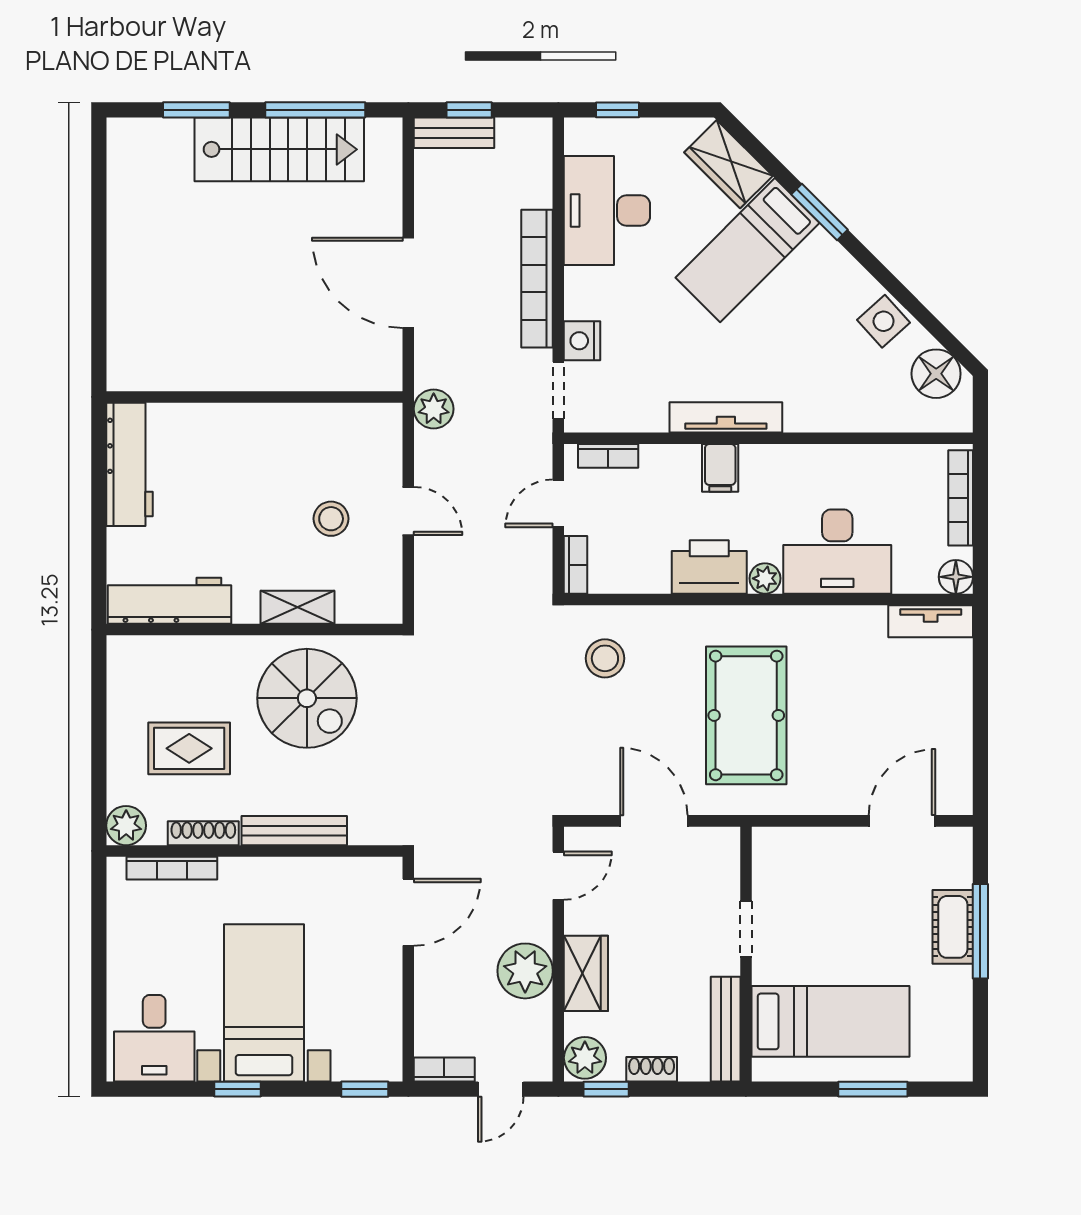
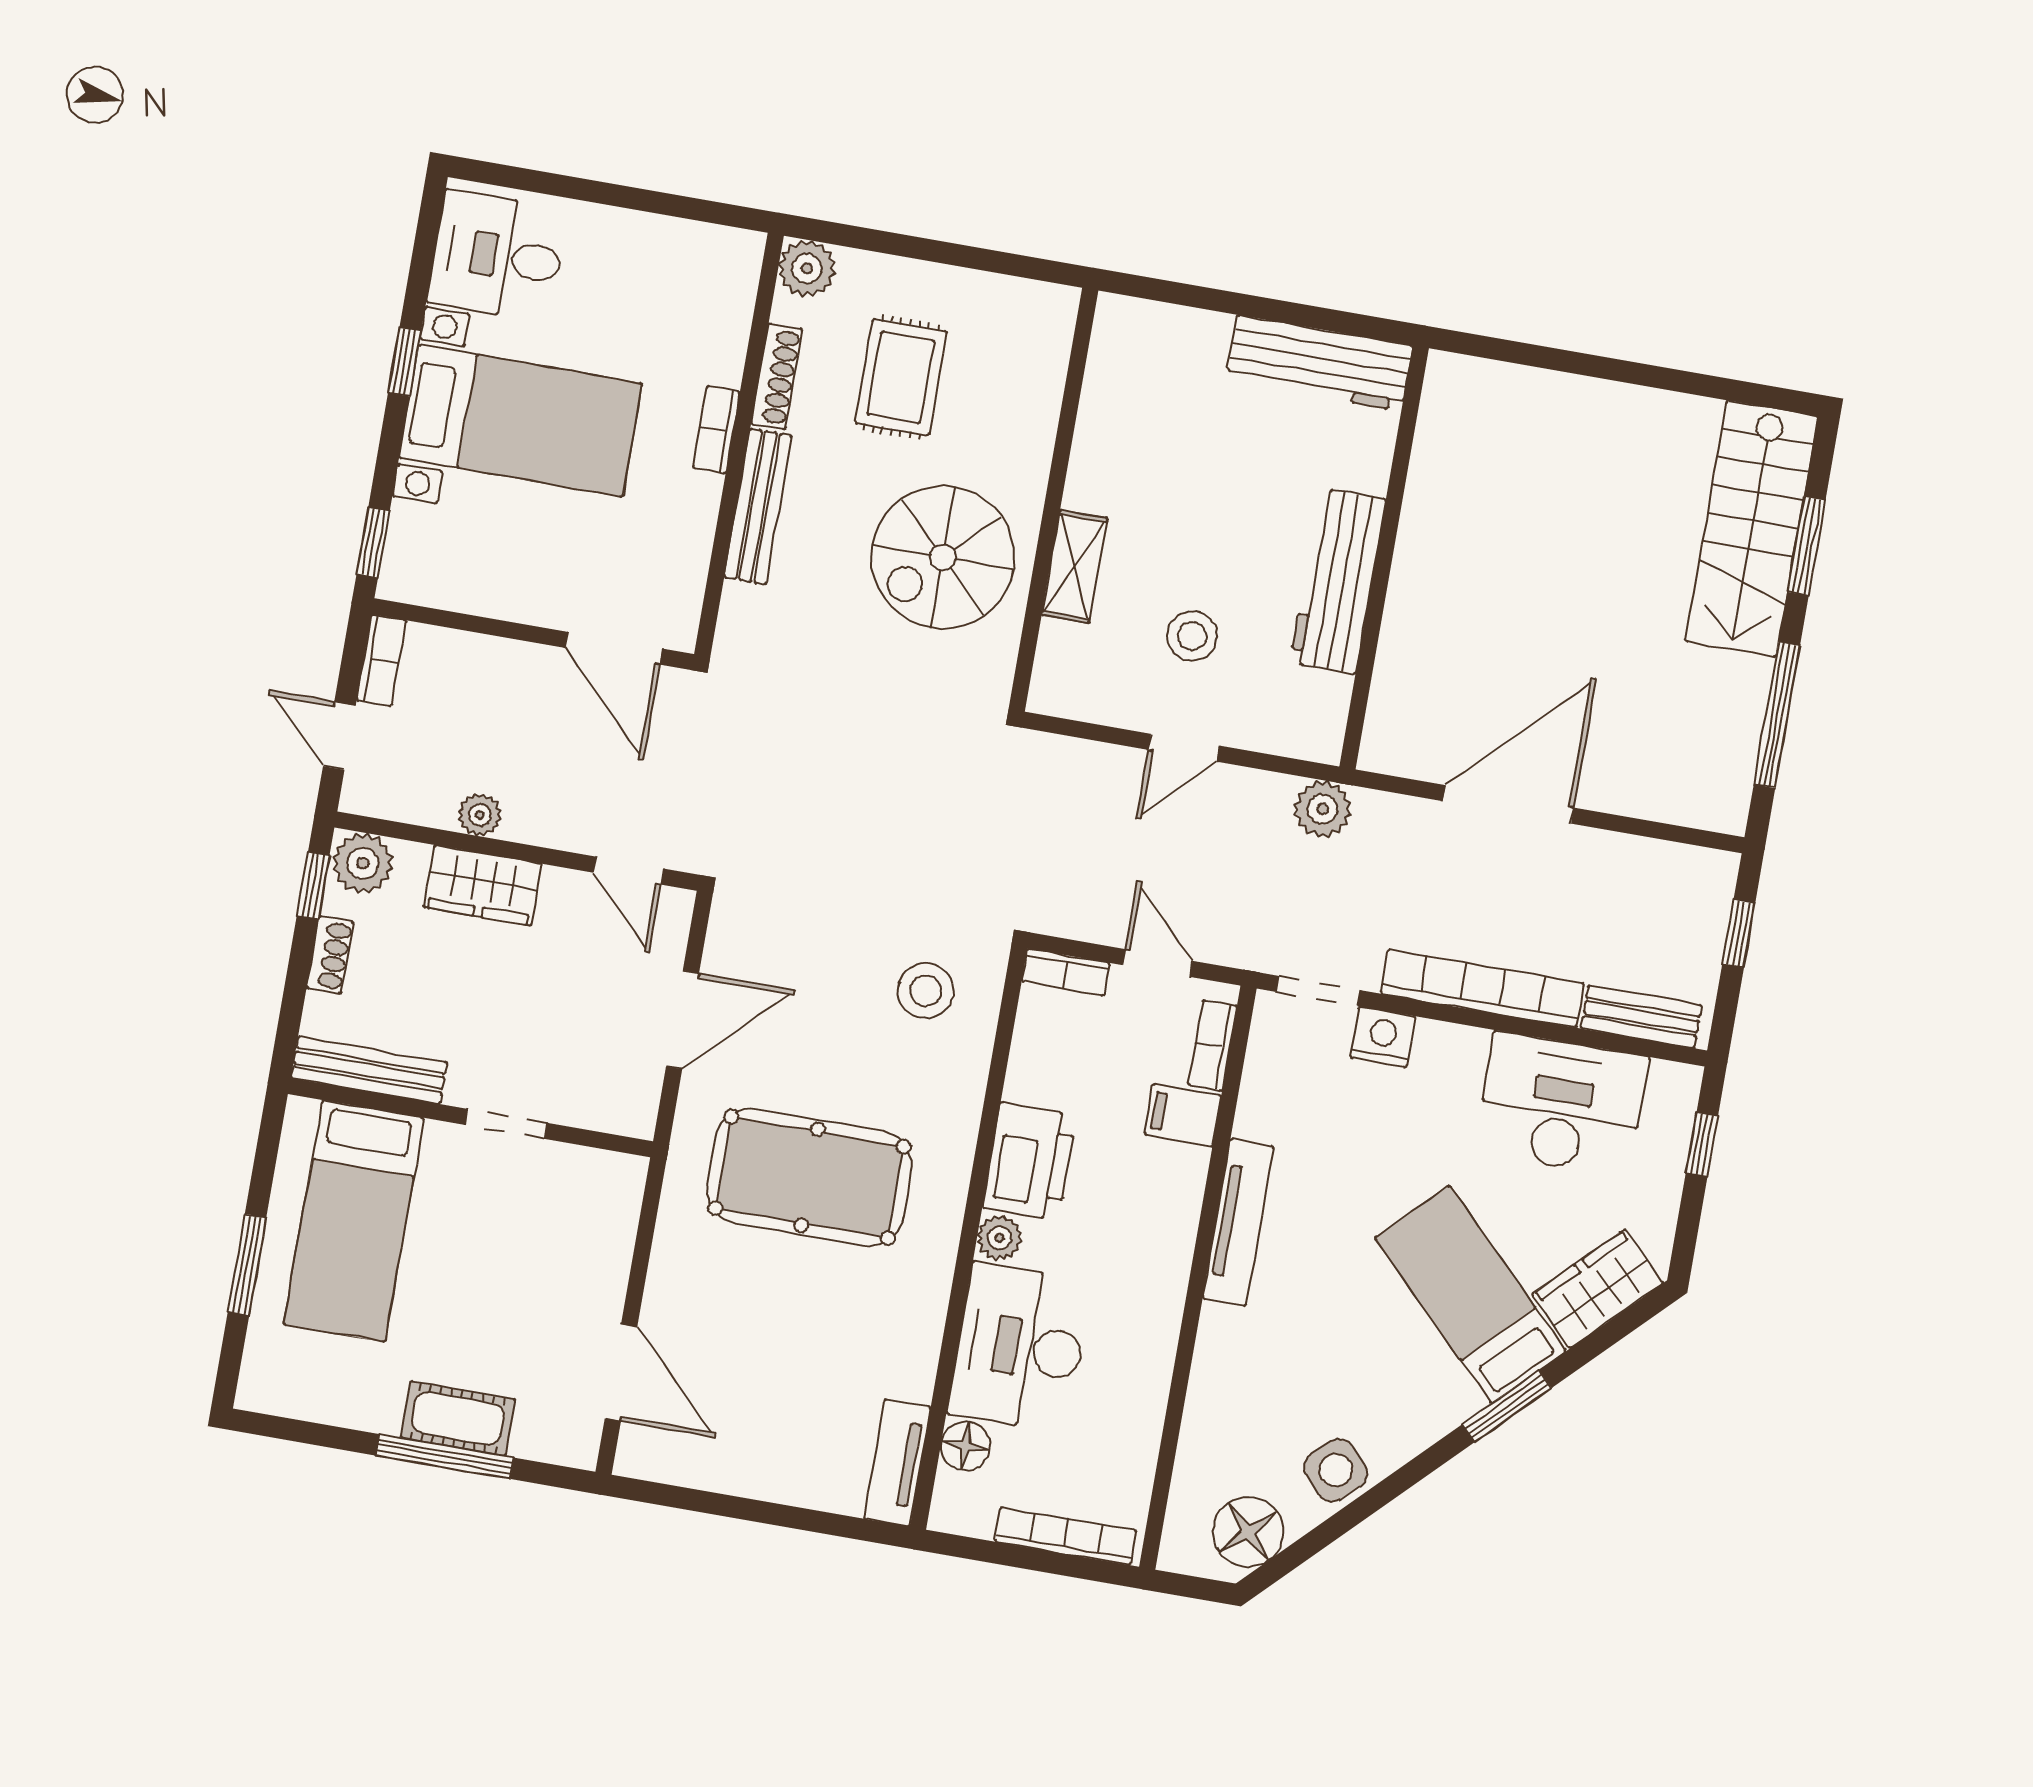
bench: (454, 133) -> (1641, 1017), moved, turned 90
stairs: (279, 149) -> (1752, 529), moved
filing cabinet: (720, 468) -> (1183, 1115), moved
floor lamp: (956, 577) -> (966, 1446), moved
workbench: (169, 601) -> (1338, 581), moved, turned 180
bookcase: (172, 868) -> (716, 430), moved, width x0.64
plant: (525, 971) -> (480, 815), width x0.53, depth x0.53

